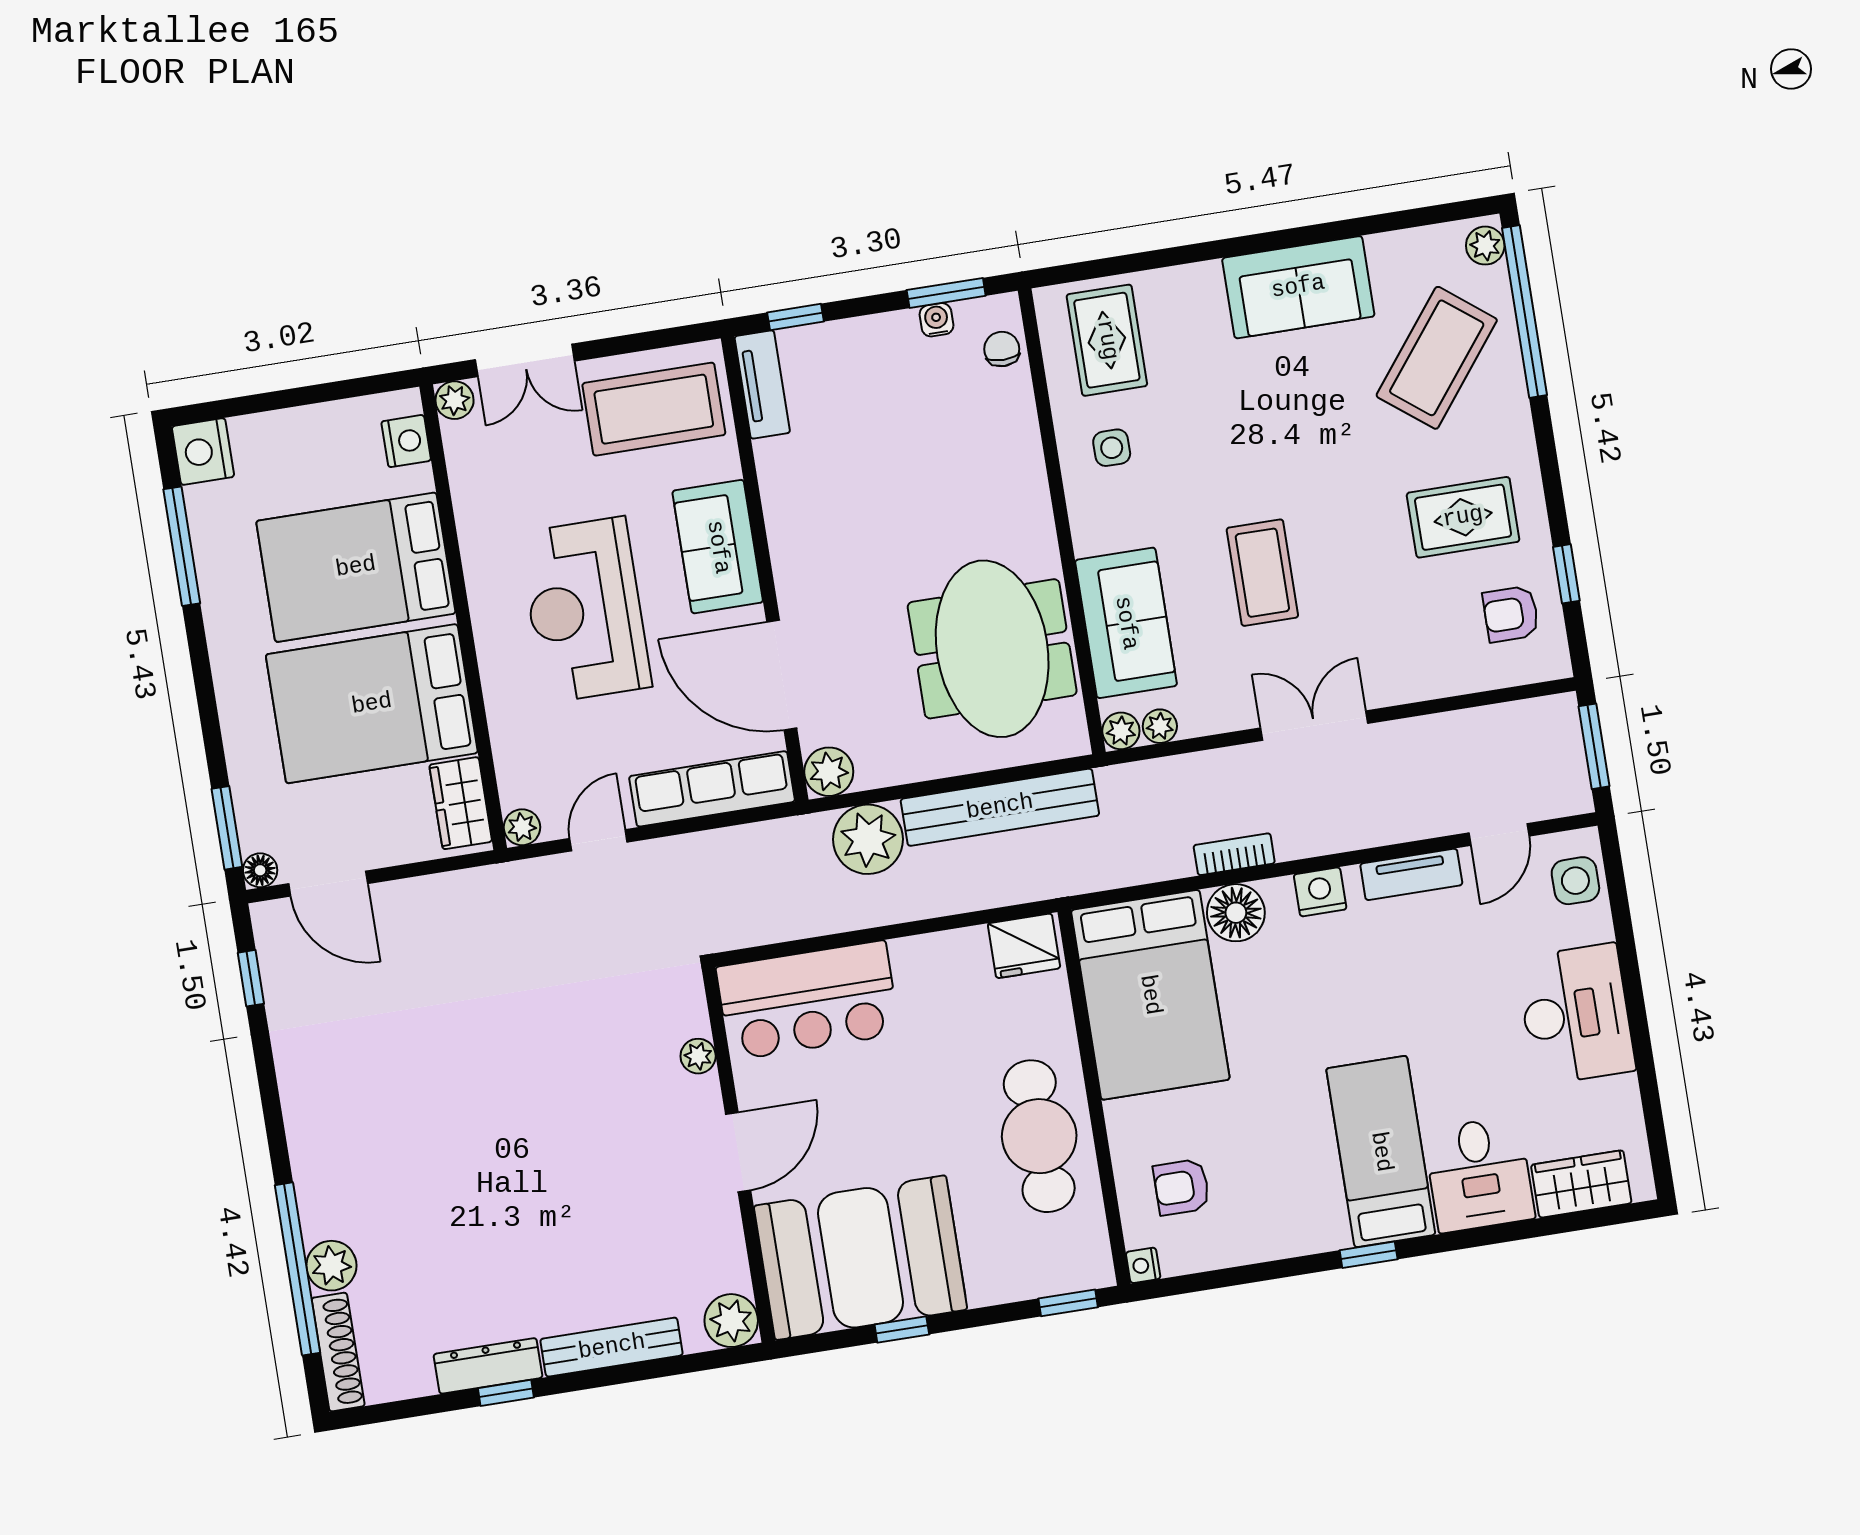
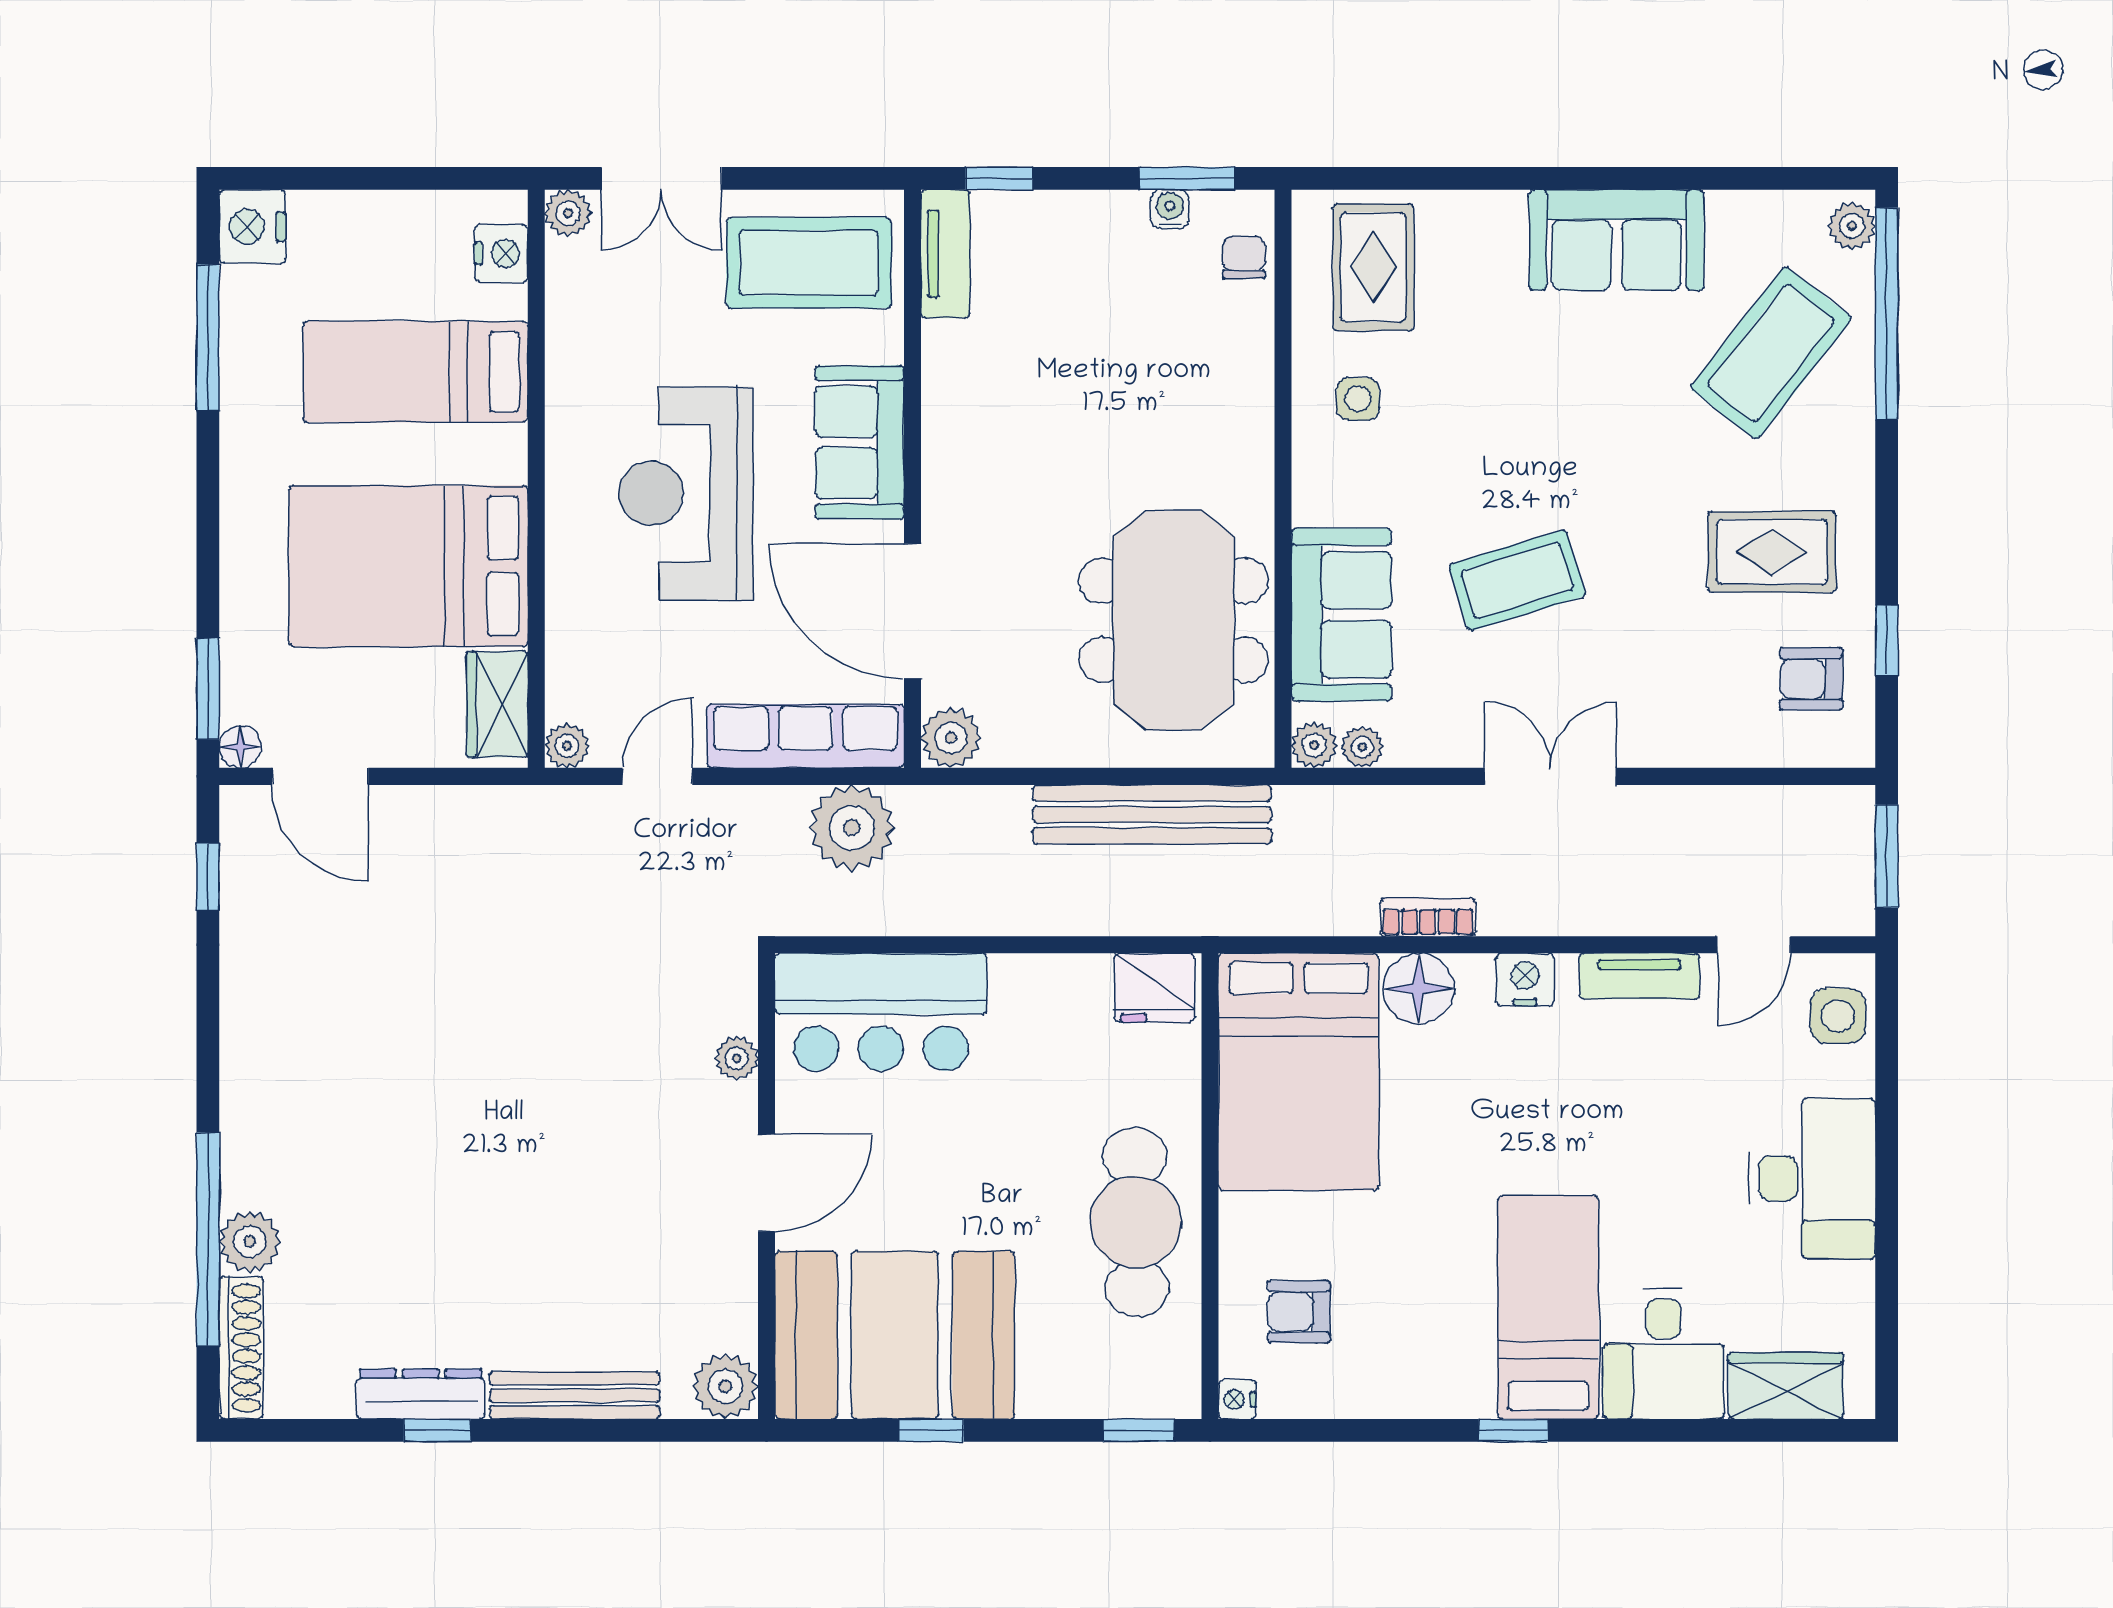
bed: (356, 567) -> (416, 372), width x0.67
coffee table: (1262, 573) -> (1517, 580), turned 73
plant: (868, 839) -> (852, 828), moved

